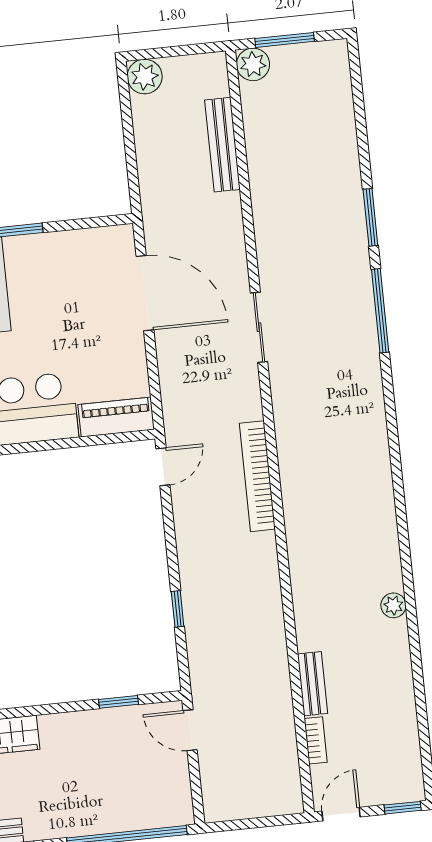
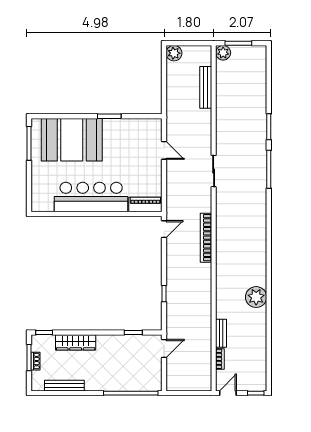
door: (145, 293) -> (164, 150), width x0.53
plant: (393, 605) -> (256, 297), width x1.87, depth x1.87
door: (190, 730) -> (164, 348), swing flipped

